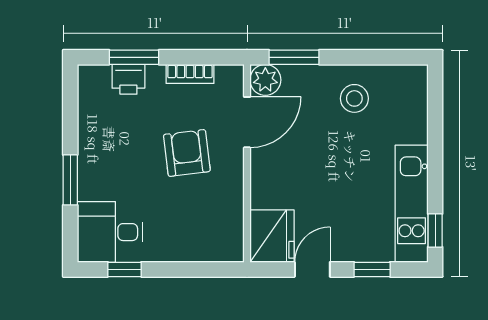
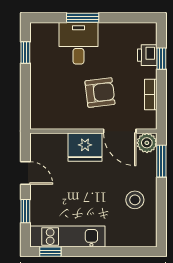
window: (134, 57) -> (161, 59), width x0.67
desk: (110, 232) -> (78, 43), moved
fridge: (272, 236) -> (85, 147), moved

